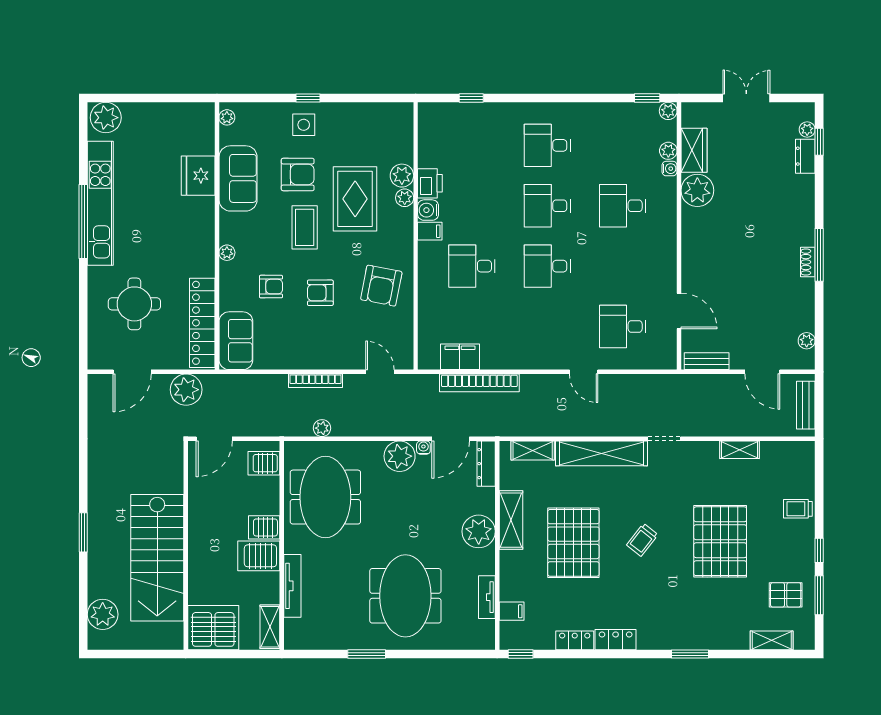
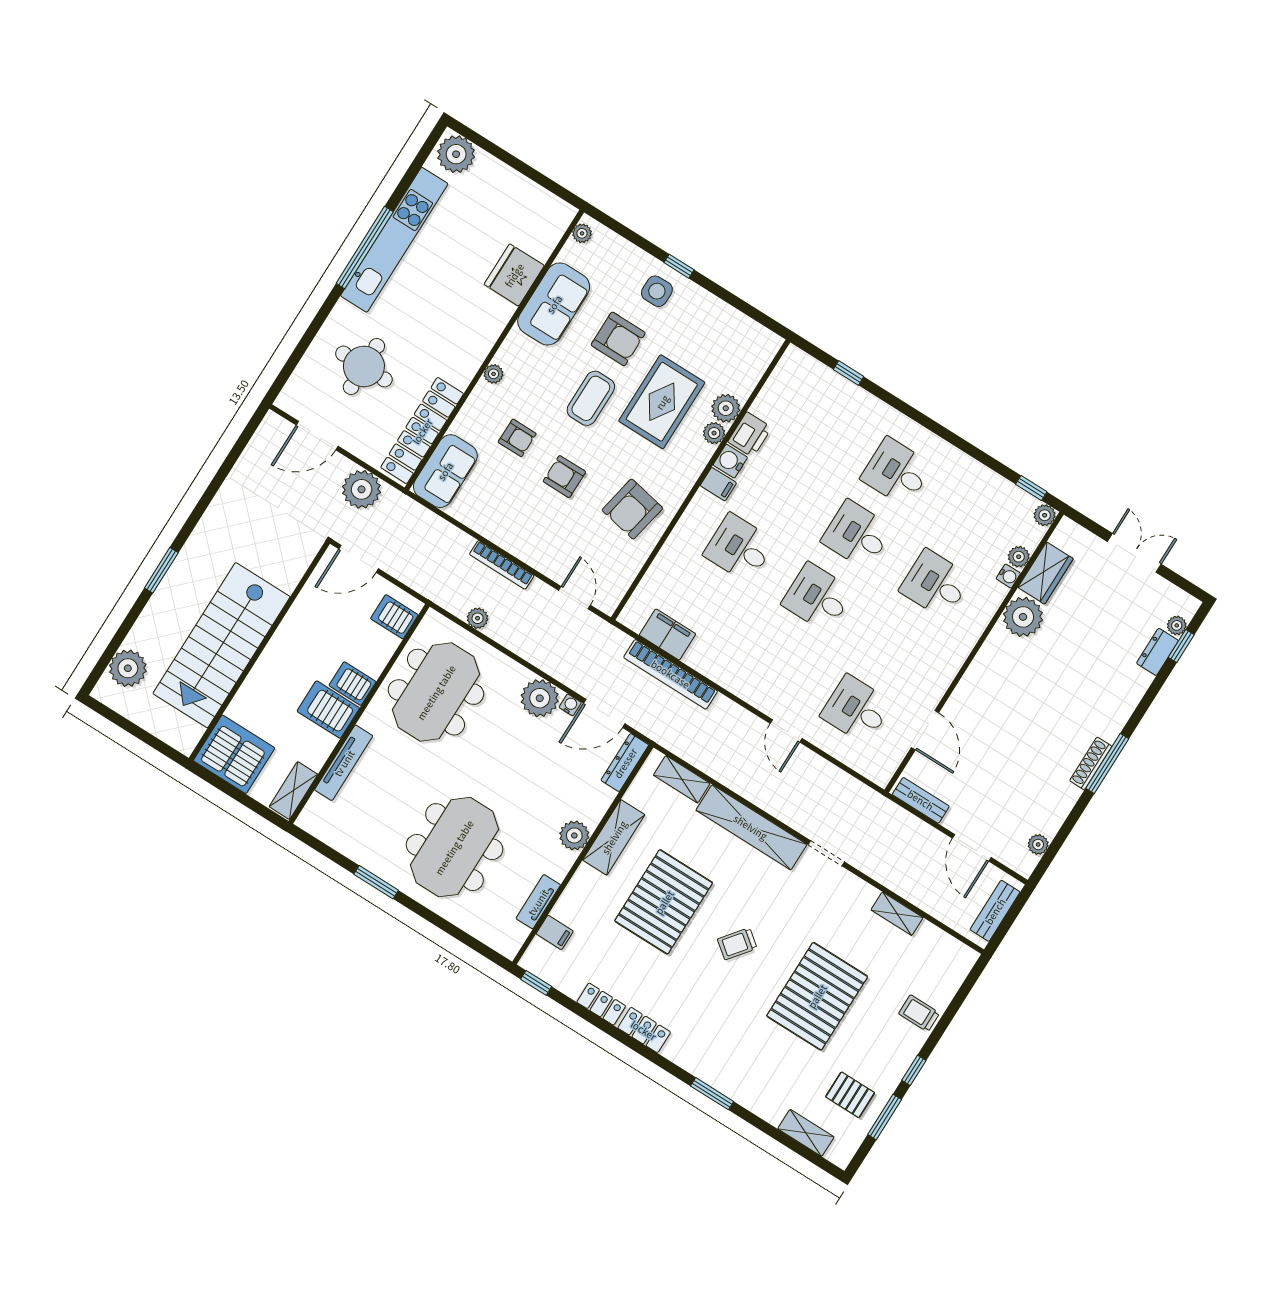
shoe rack: (808, 262) -> (1091, 763), width x1.43
plant: (479, 531) -> (574, 835), width x0.73, depth x0.73

